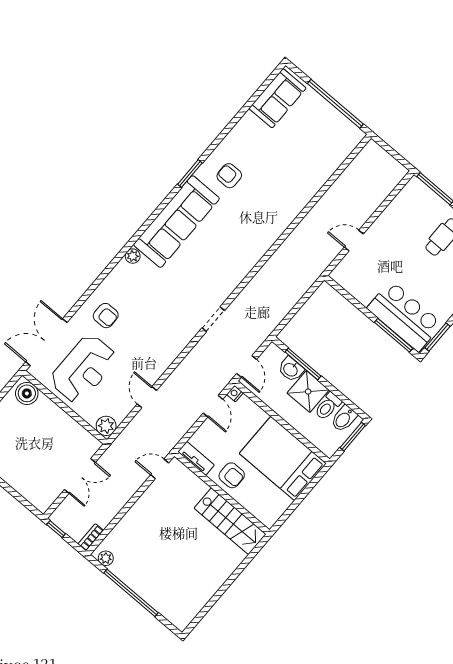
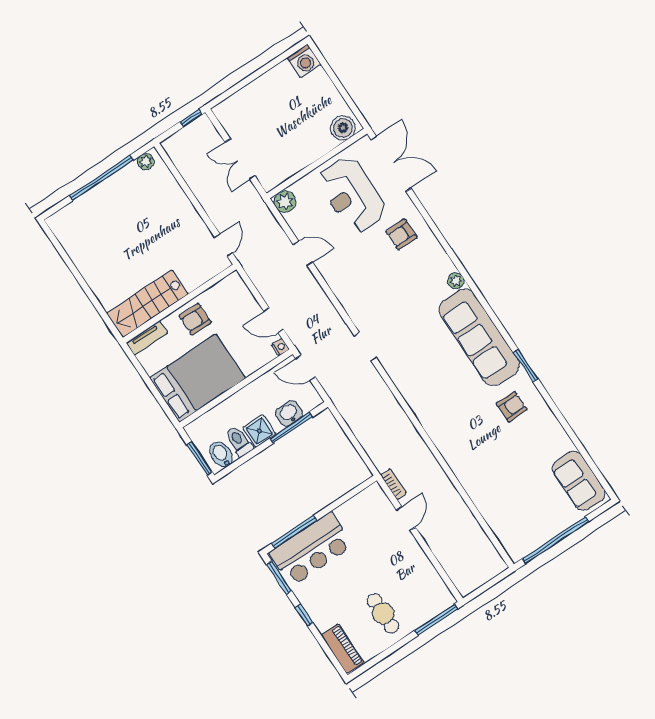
shower: (308, 392) -> (259, 431), width x0.73, depth x0.73
tv unit: (196, 458) -> (147, 338), moved
bookcase: (91, 537) -> (394, 484), moved

